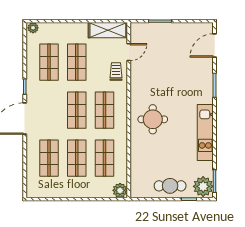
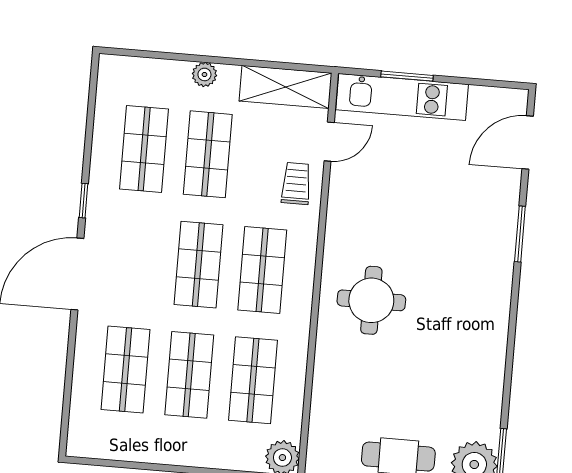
plant: (33, 28) -> (204, 74), moved
kitchen unit: (205, 132) -> (402, 97), moved, turned -90

